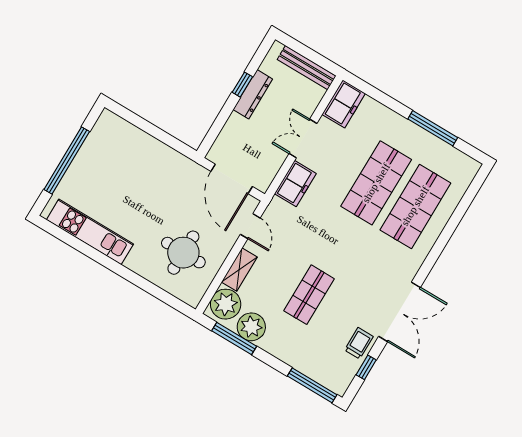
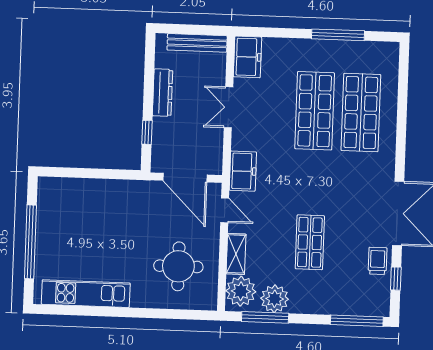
window: (242, 85) -> (147, 132), moved
freezer: (295, 184) -> (243, 171), moved

